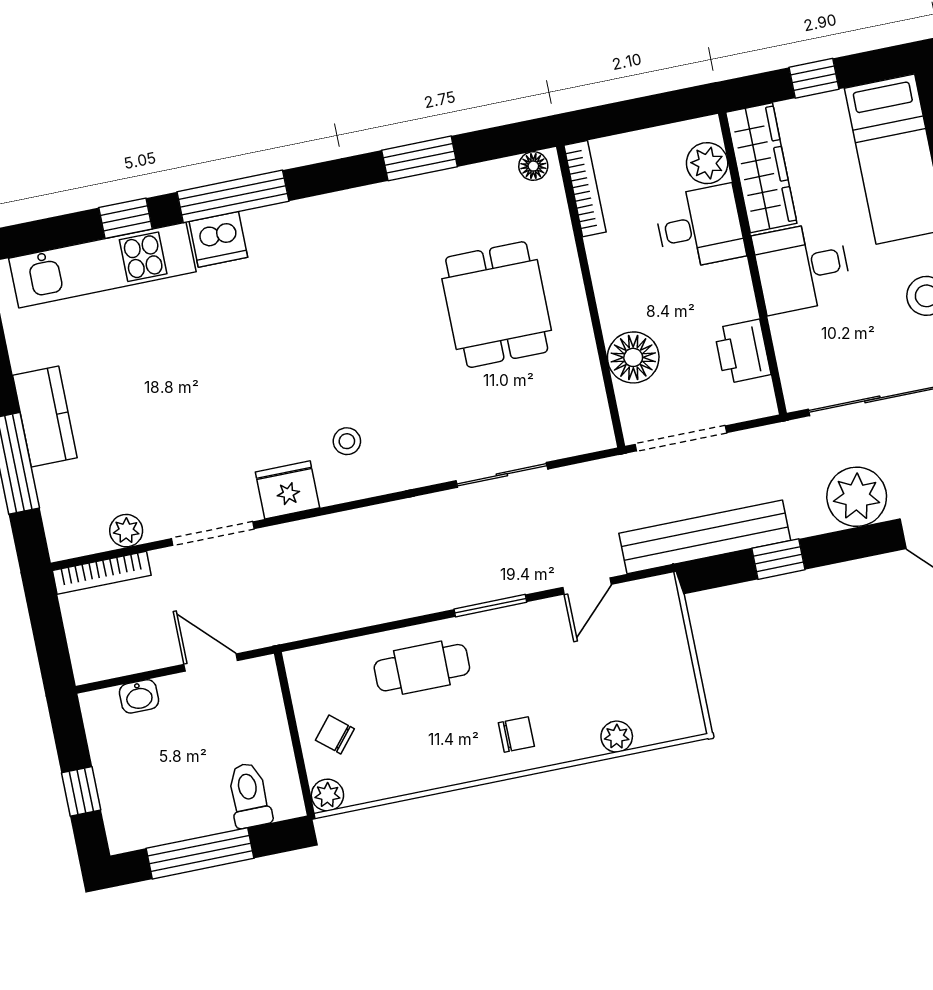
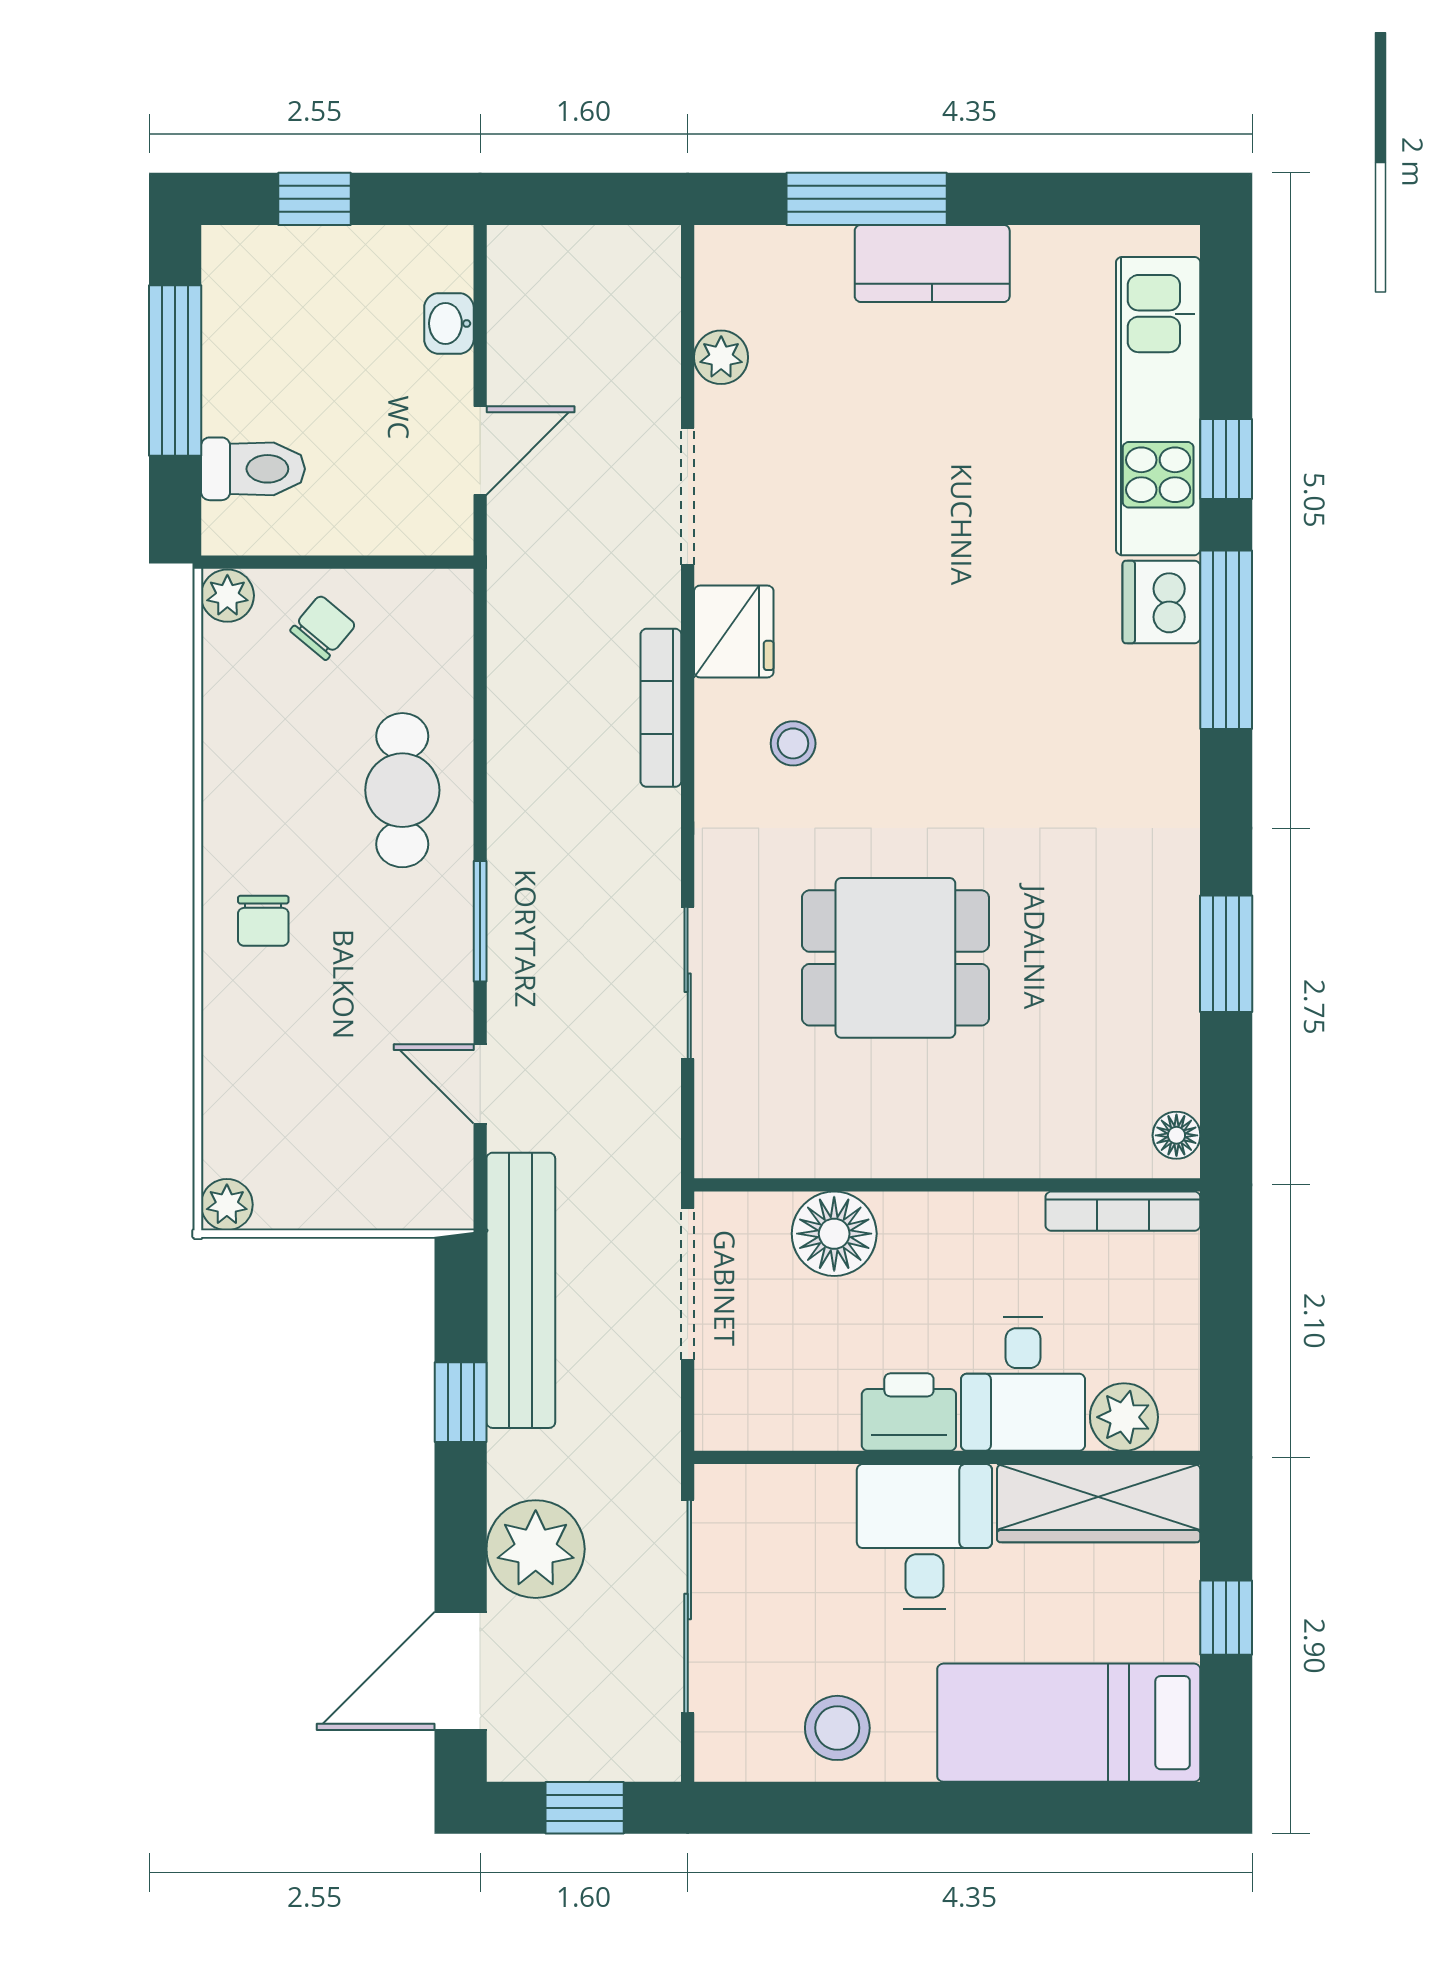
dining table: (497, 305) -> (895, 958), moved
printer: (742, 352) -> (909, 1412), moved
bookcase: (102, 573) -> (661, 708), moved
plant: (617, 737) -> (227, 1205), moved

